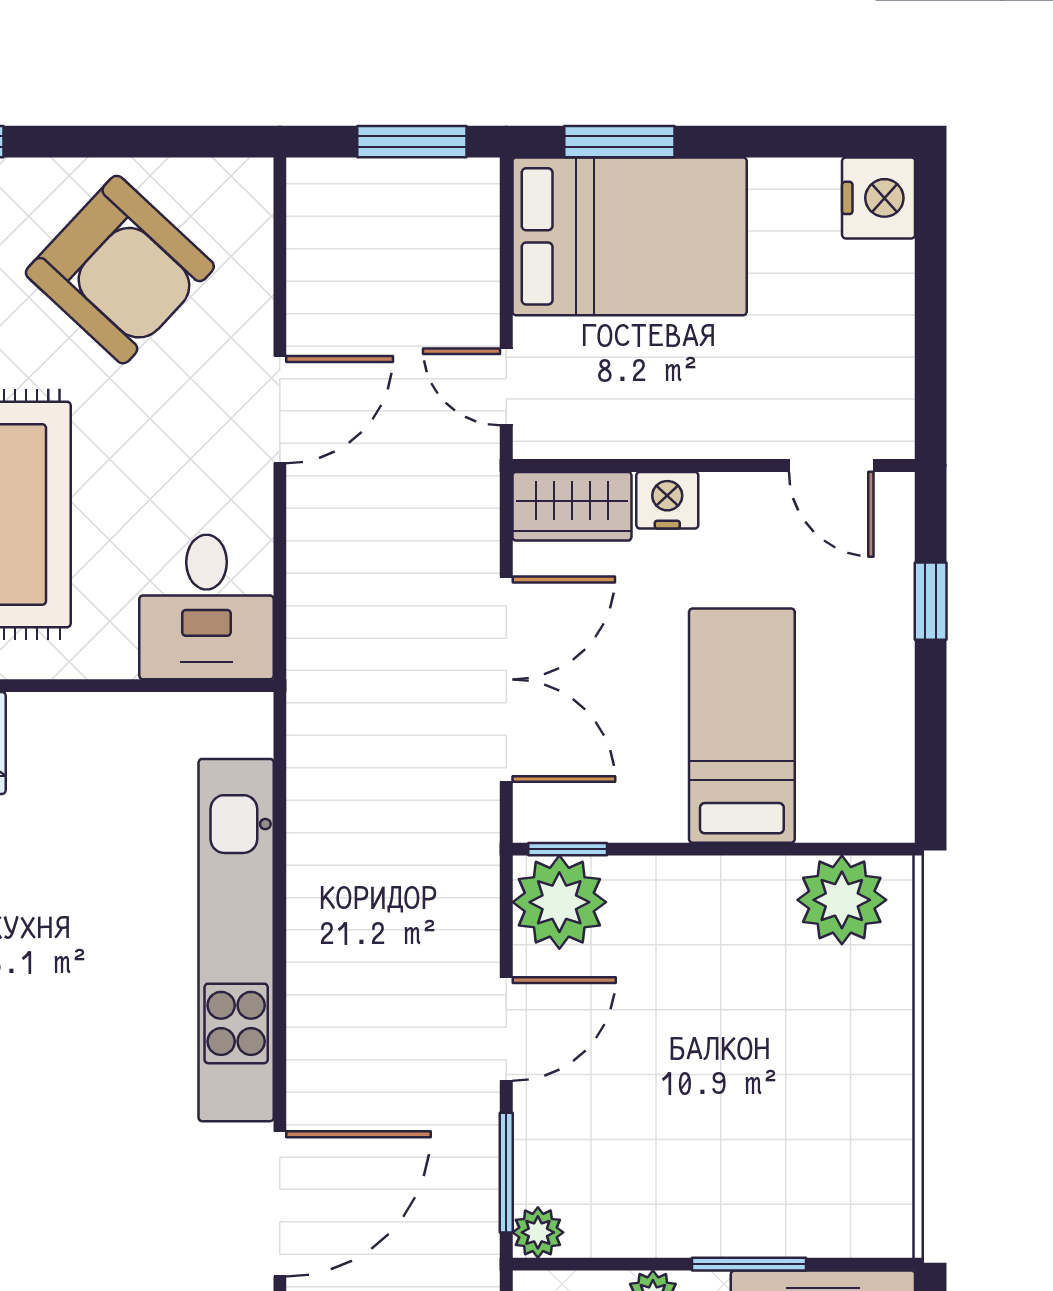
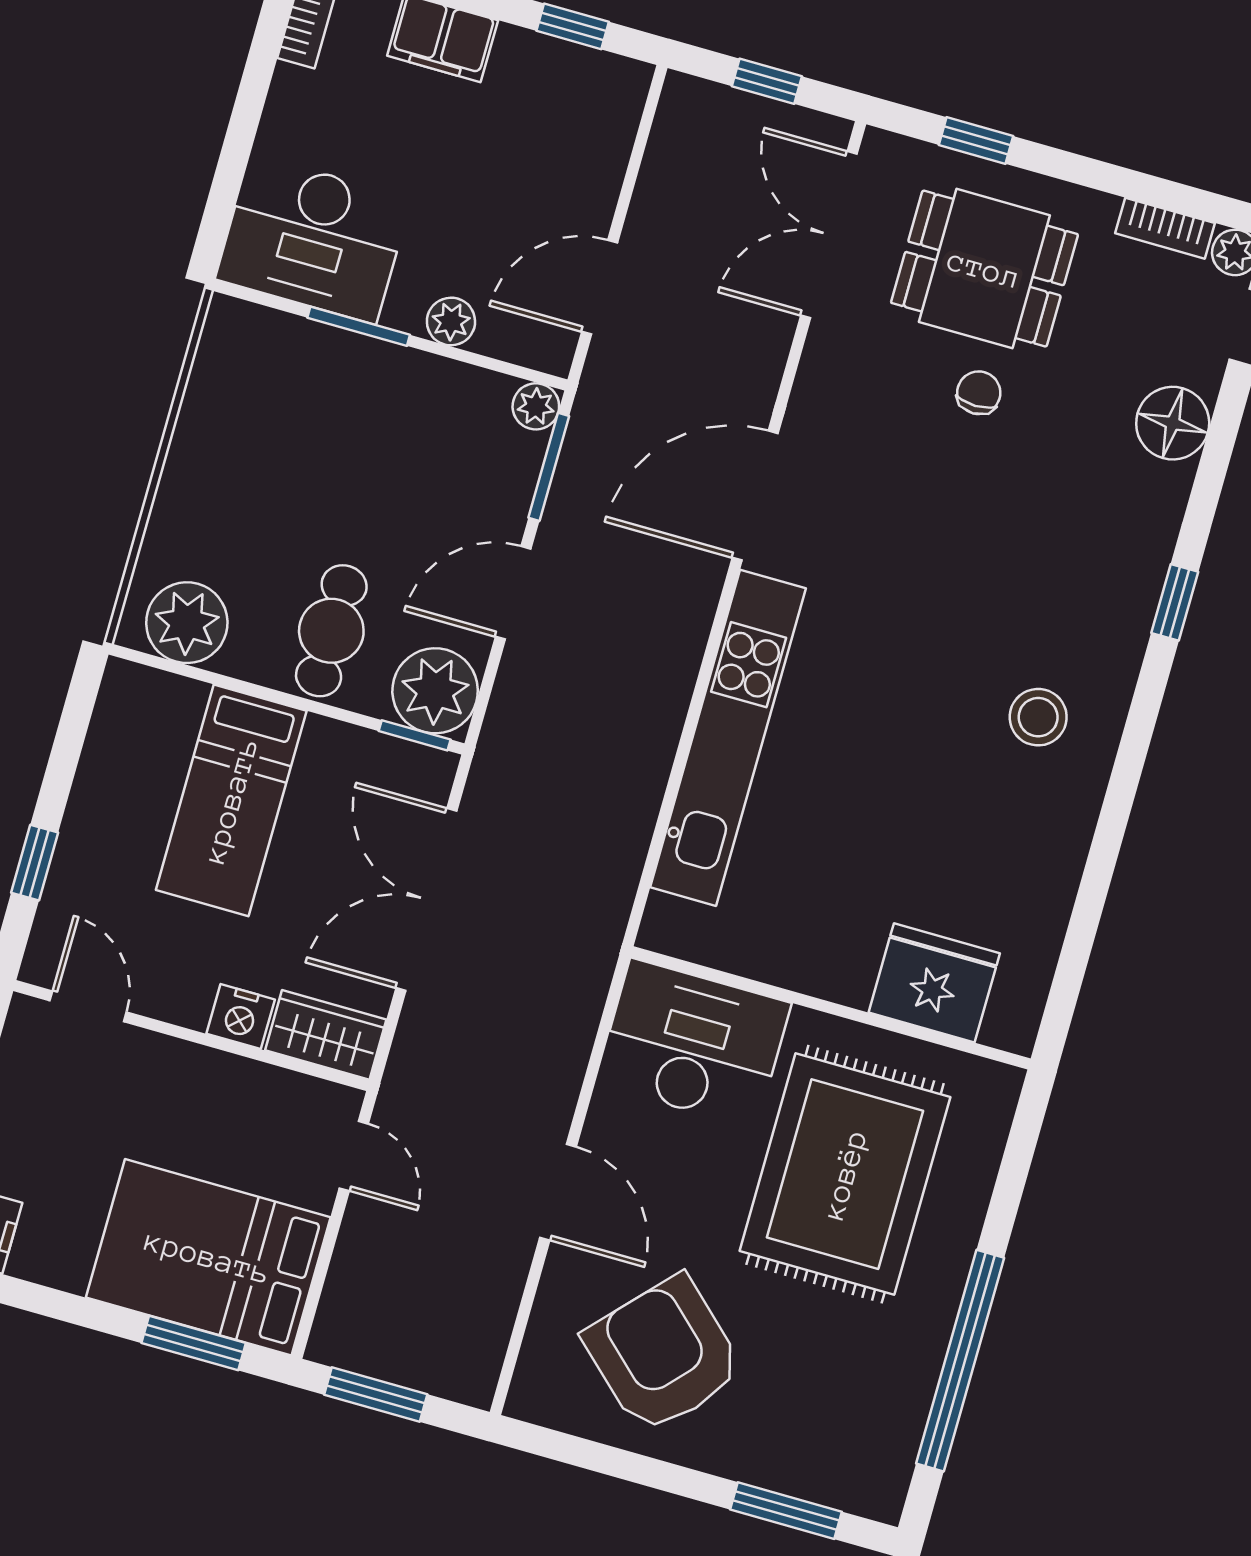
door: (280, 410) -> (558, 1192), swing flipped
desk: (206, 607) -> (693, 1043), width x1.37
cafe table: (687, 935) -> (331, 631), added

